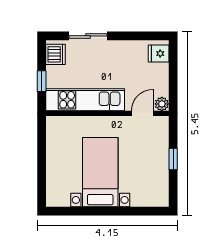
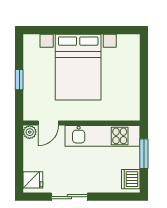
sliding door: (88, 36) -> (69, 197), moved
window: (42, 81) -> (144, 154), width x1.50
bed with nightstands: (100, 172) -> (78, 67), width x1.36

